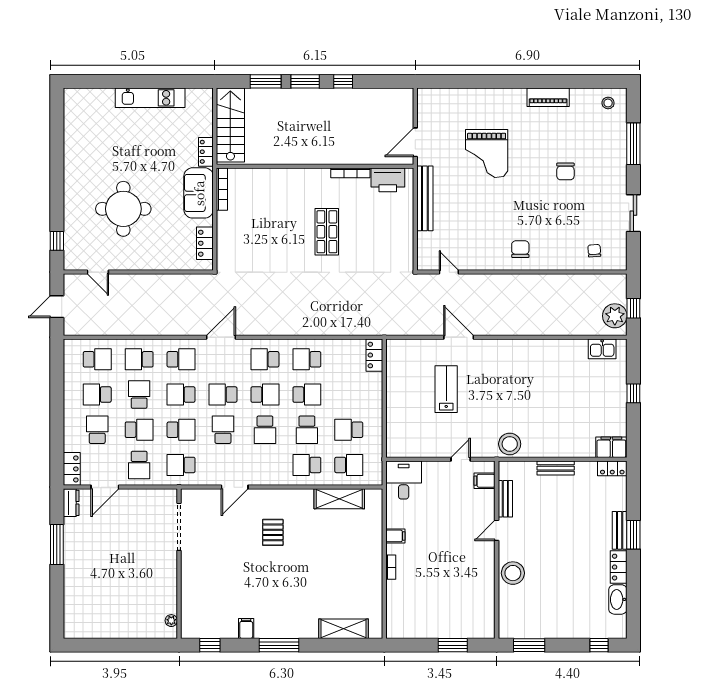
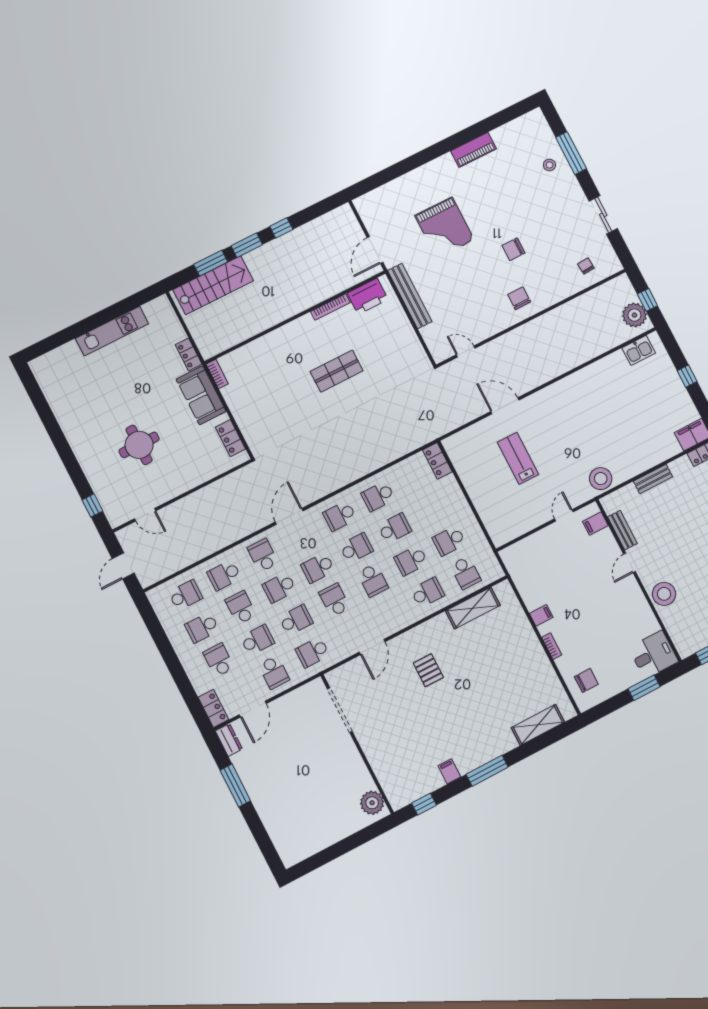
stool: (608, 103) -> (549, 165), moved
stairs: (230, 125) -> (213, 285), moved, turned 90
chair: (565, 171) -> (513, 249), moved, turned 90
bookcase: (222, 189) -> (217, 374), width x0.64
round table: (123, 209) -> (139, 445), width x0.73, depth x0.73
shop shelf: (327, 232) -> (337, 371), turned 90
school desk: (181, 359) -> (263, 555), turned -90
school desk: (307, 430) -> (411, 560), turned 90
school desk: (307, 465) -> (428, 593), turned 180
school desk: (349, 465) -> (466, 573), turned 90
desk: (404, 480) -> (653, 655), moved, turned 90
chair: (406, 613) -> (586, 680), added
plant: (171, 621) -> (372, 803), width x1.87, depth x1.87

